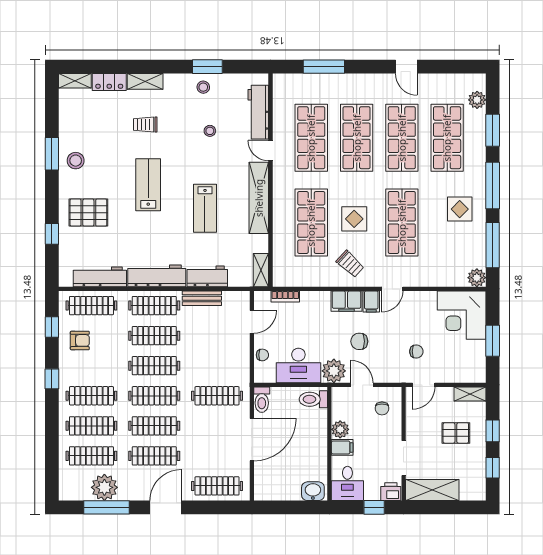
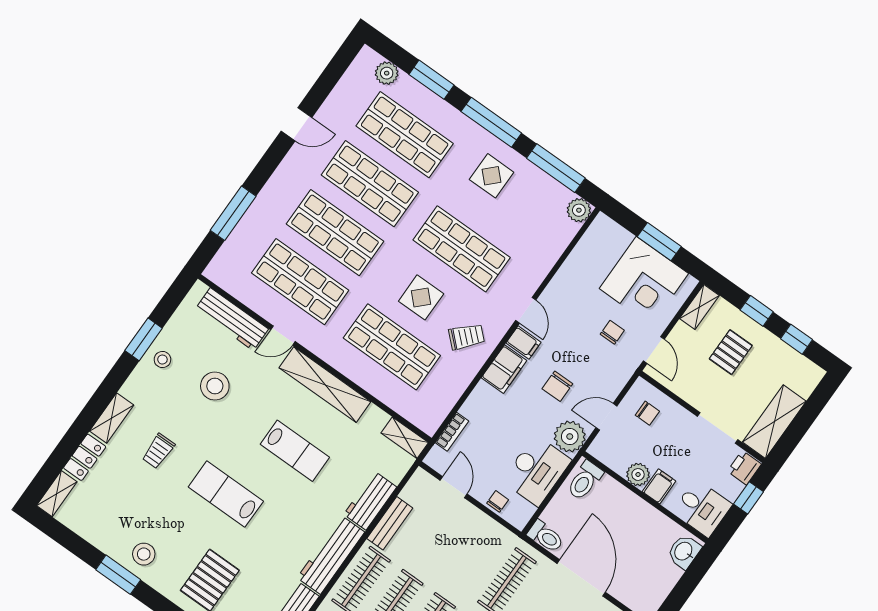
stool: (210, 131) -> (215, 386), width x1.89, depth x1.89
corner desk: (462, 315) -> (644, 281), moved

